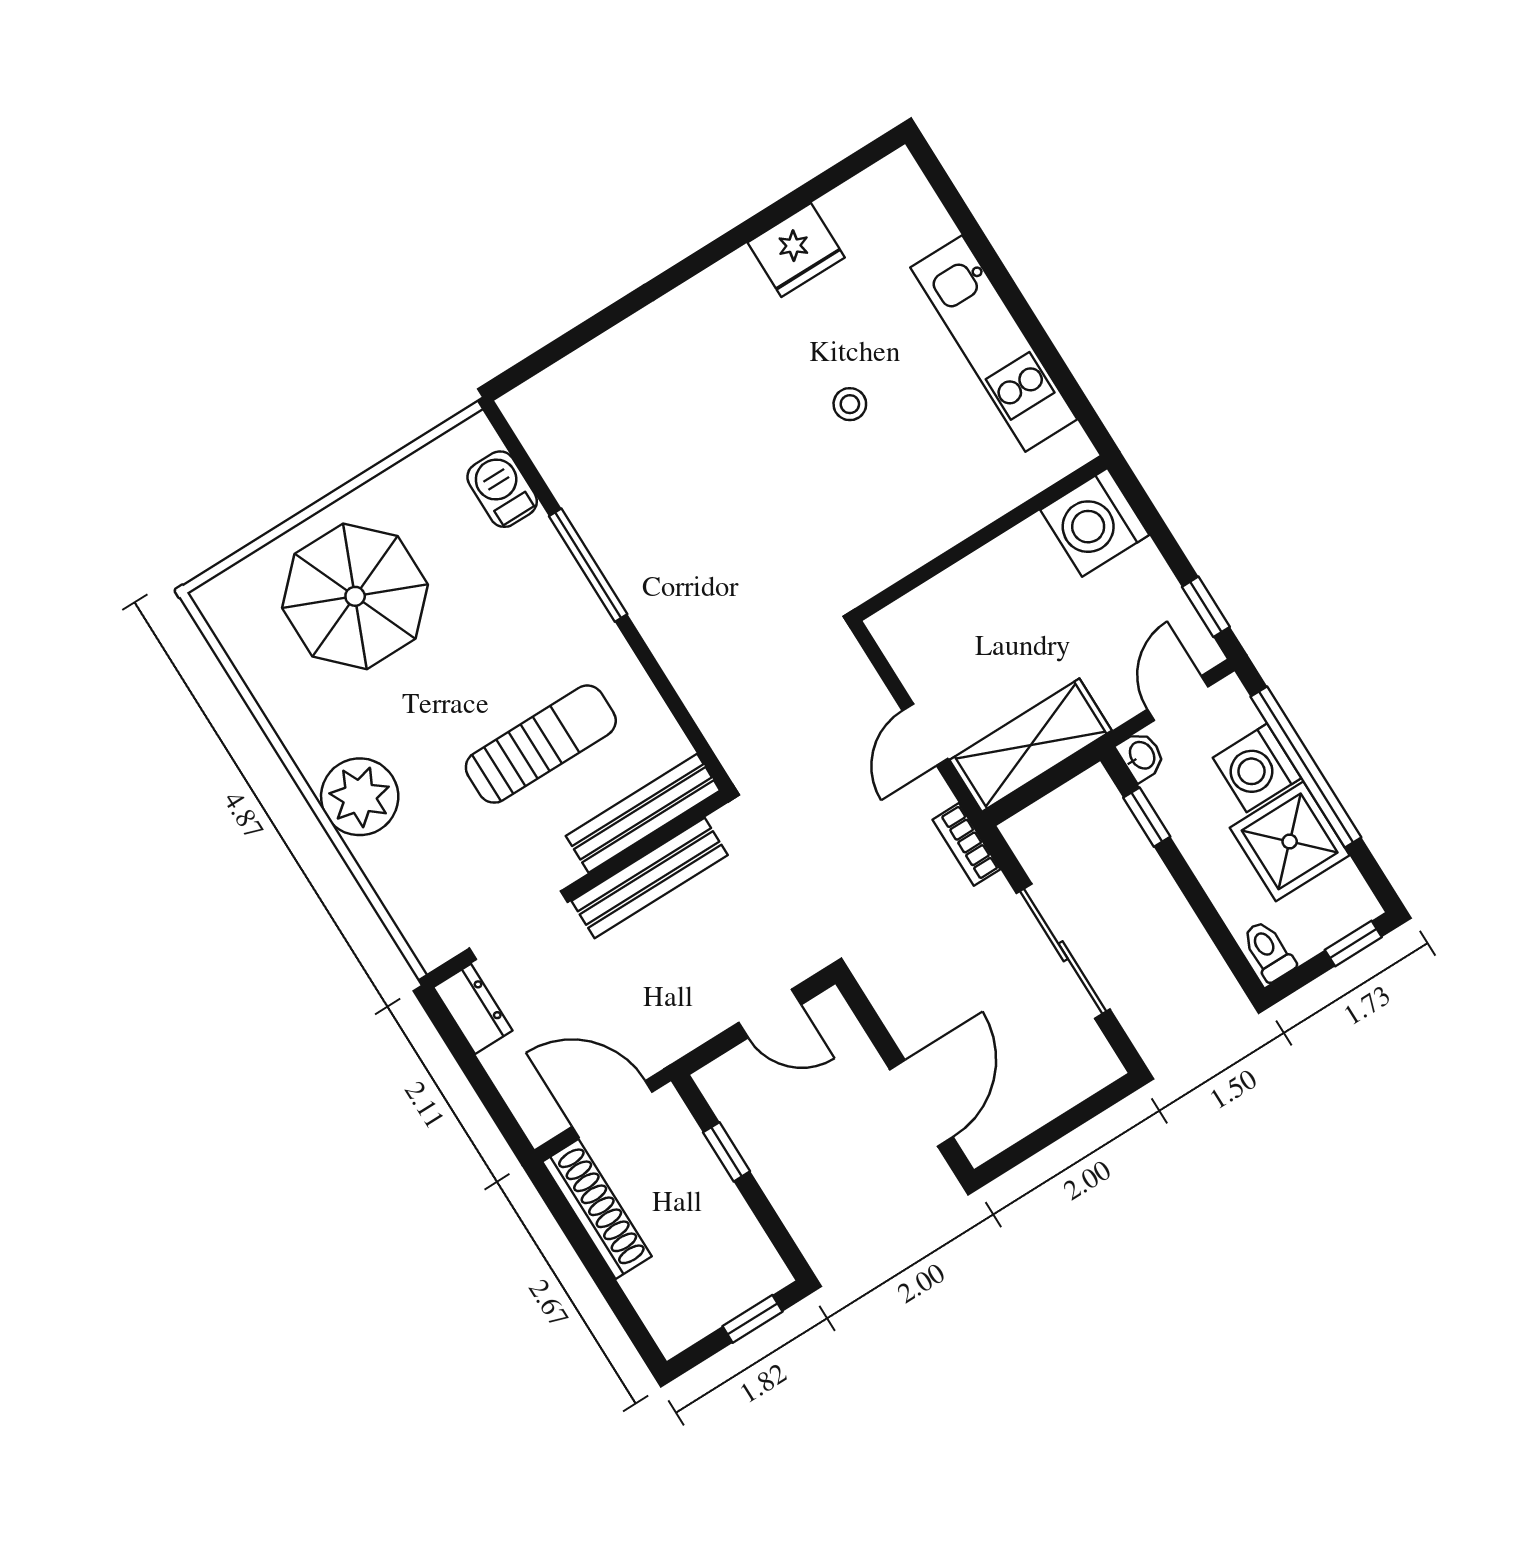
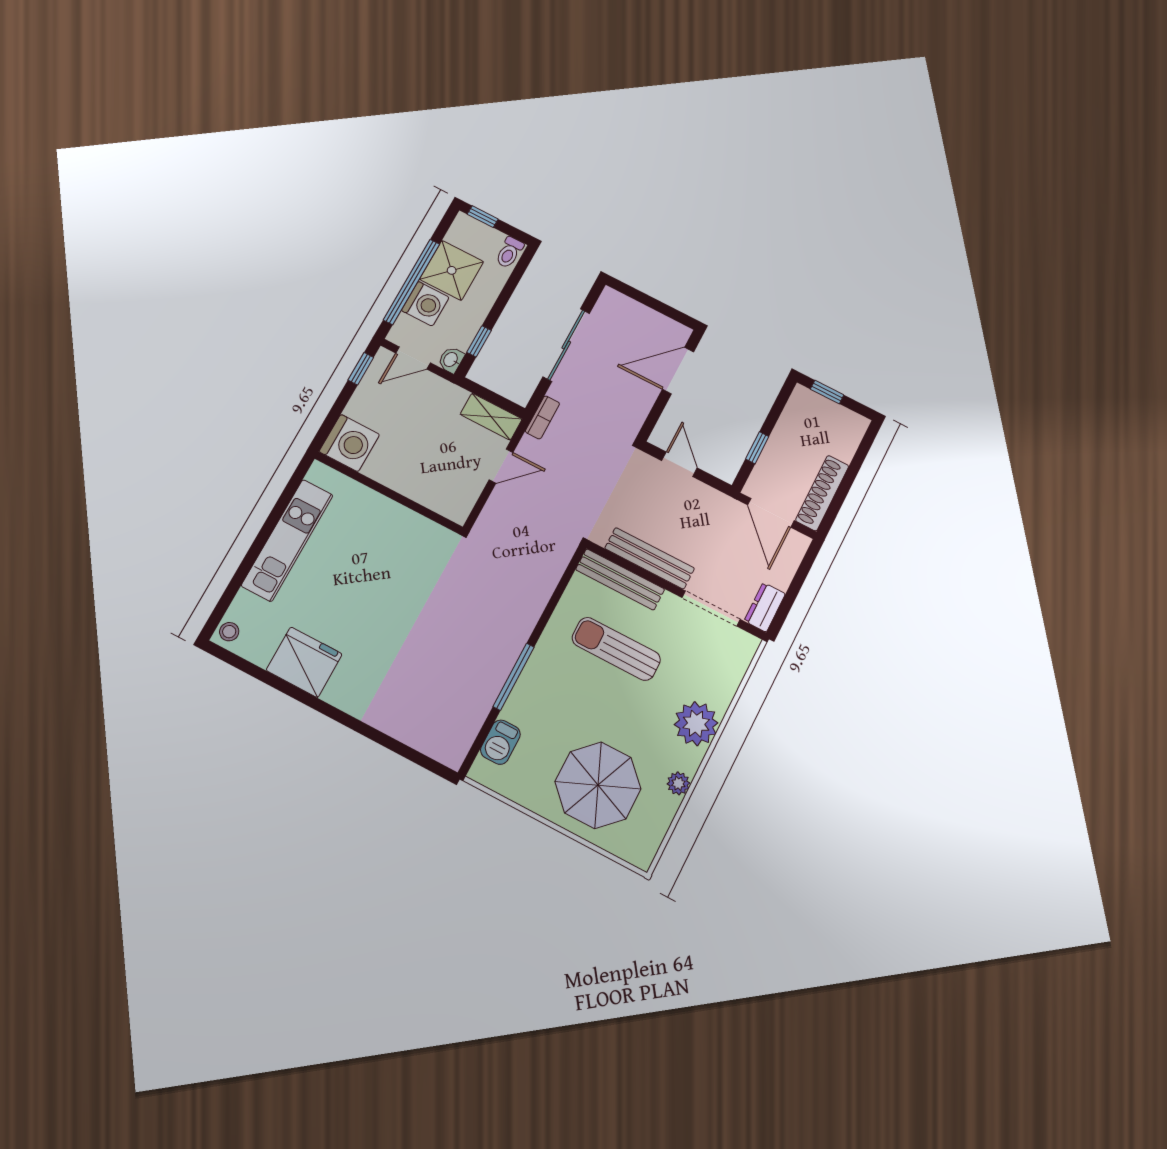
fridge: (796, 250) -> (304, 662), width x1.36, depth x1.34
stool: (850, 404) -> (229, 632), moved
plant: (288, 717) -> (678, 783), added
shelving: (1031, 745) -> (491, 417), width x0.67, depth x0.75

